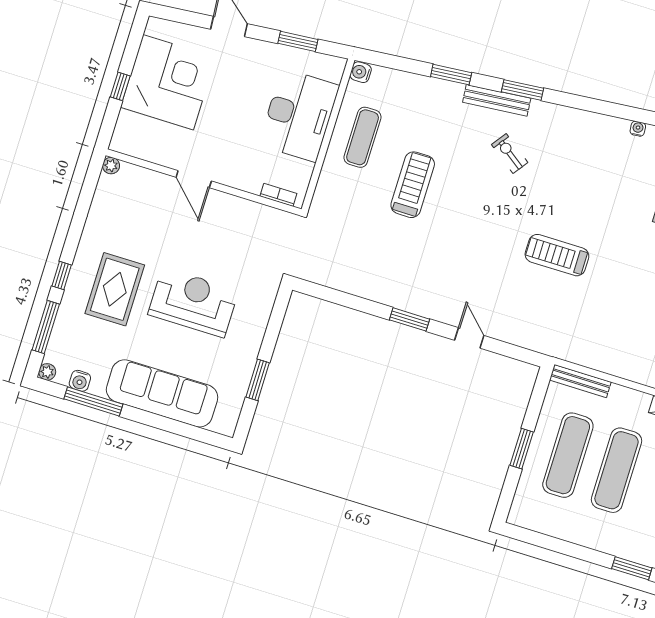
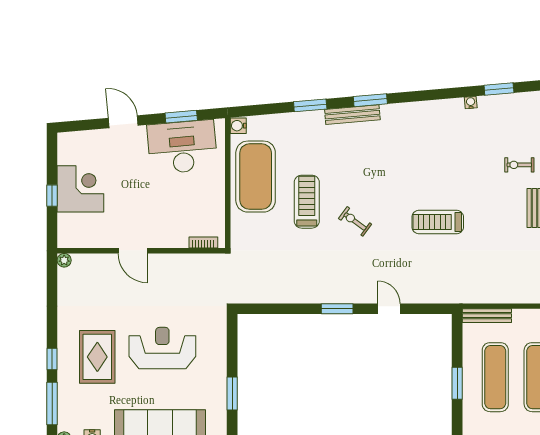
corner desk: (168, 82) -> (80, 189), width x0.74, depth x0.74
desk: (299, 115) -> (182, 147), moved, turned -95
exercise mat: (363, 137) -> (256, 177), width x2.00, depth x1.45
exercise bike: (510, 153) -> (355, 221), moved

